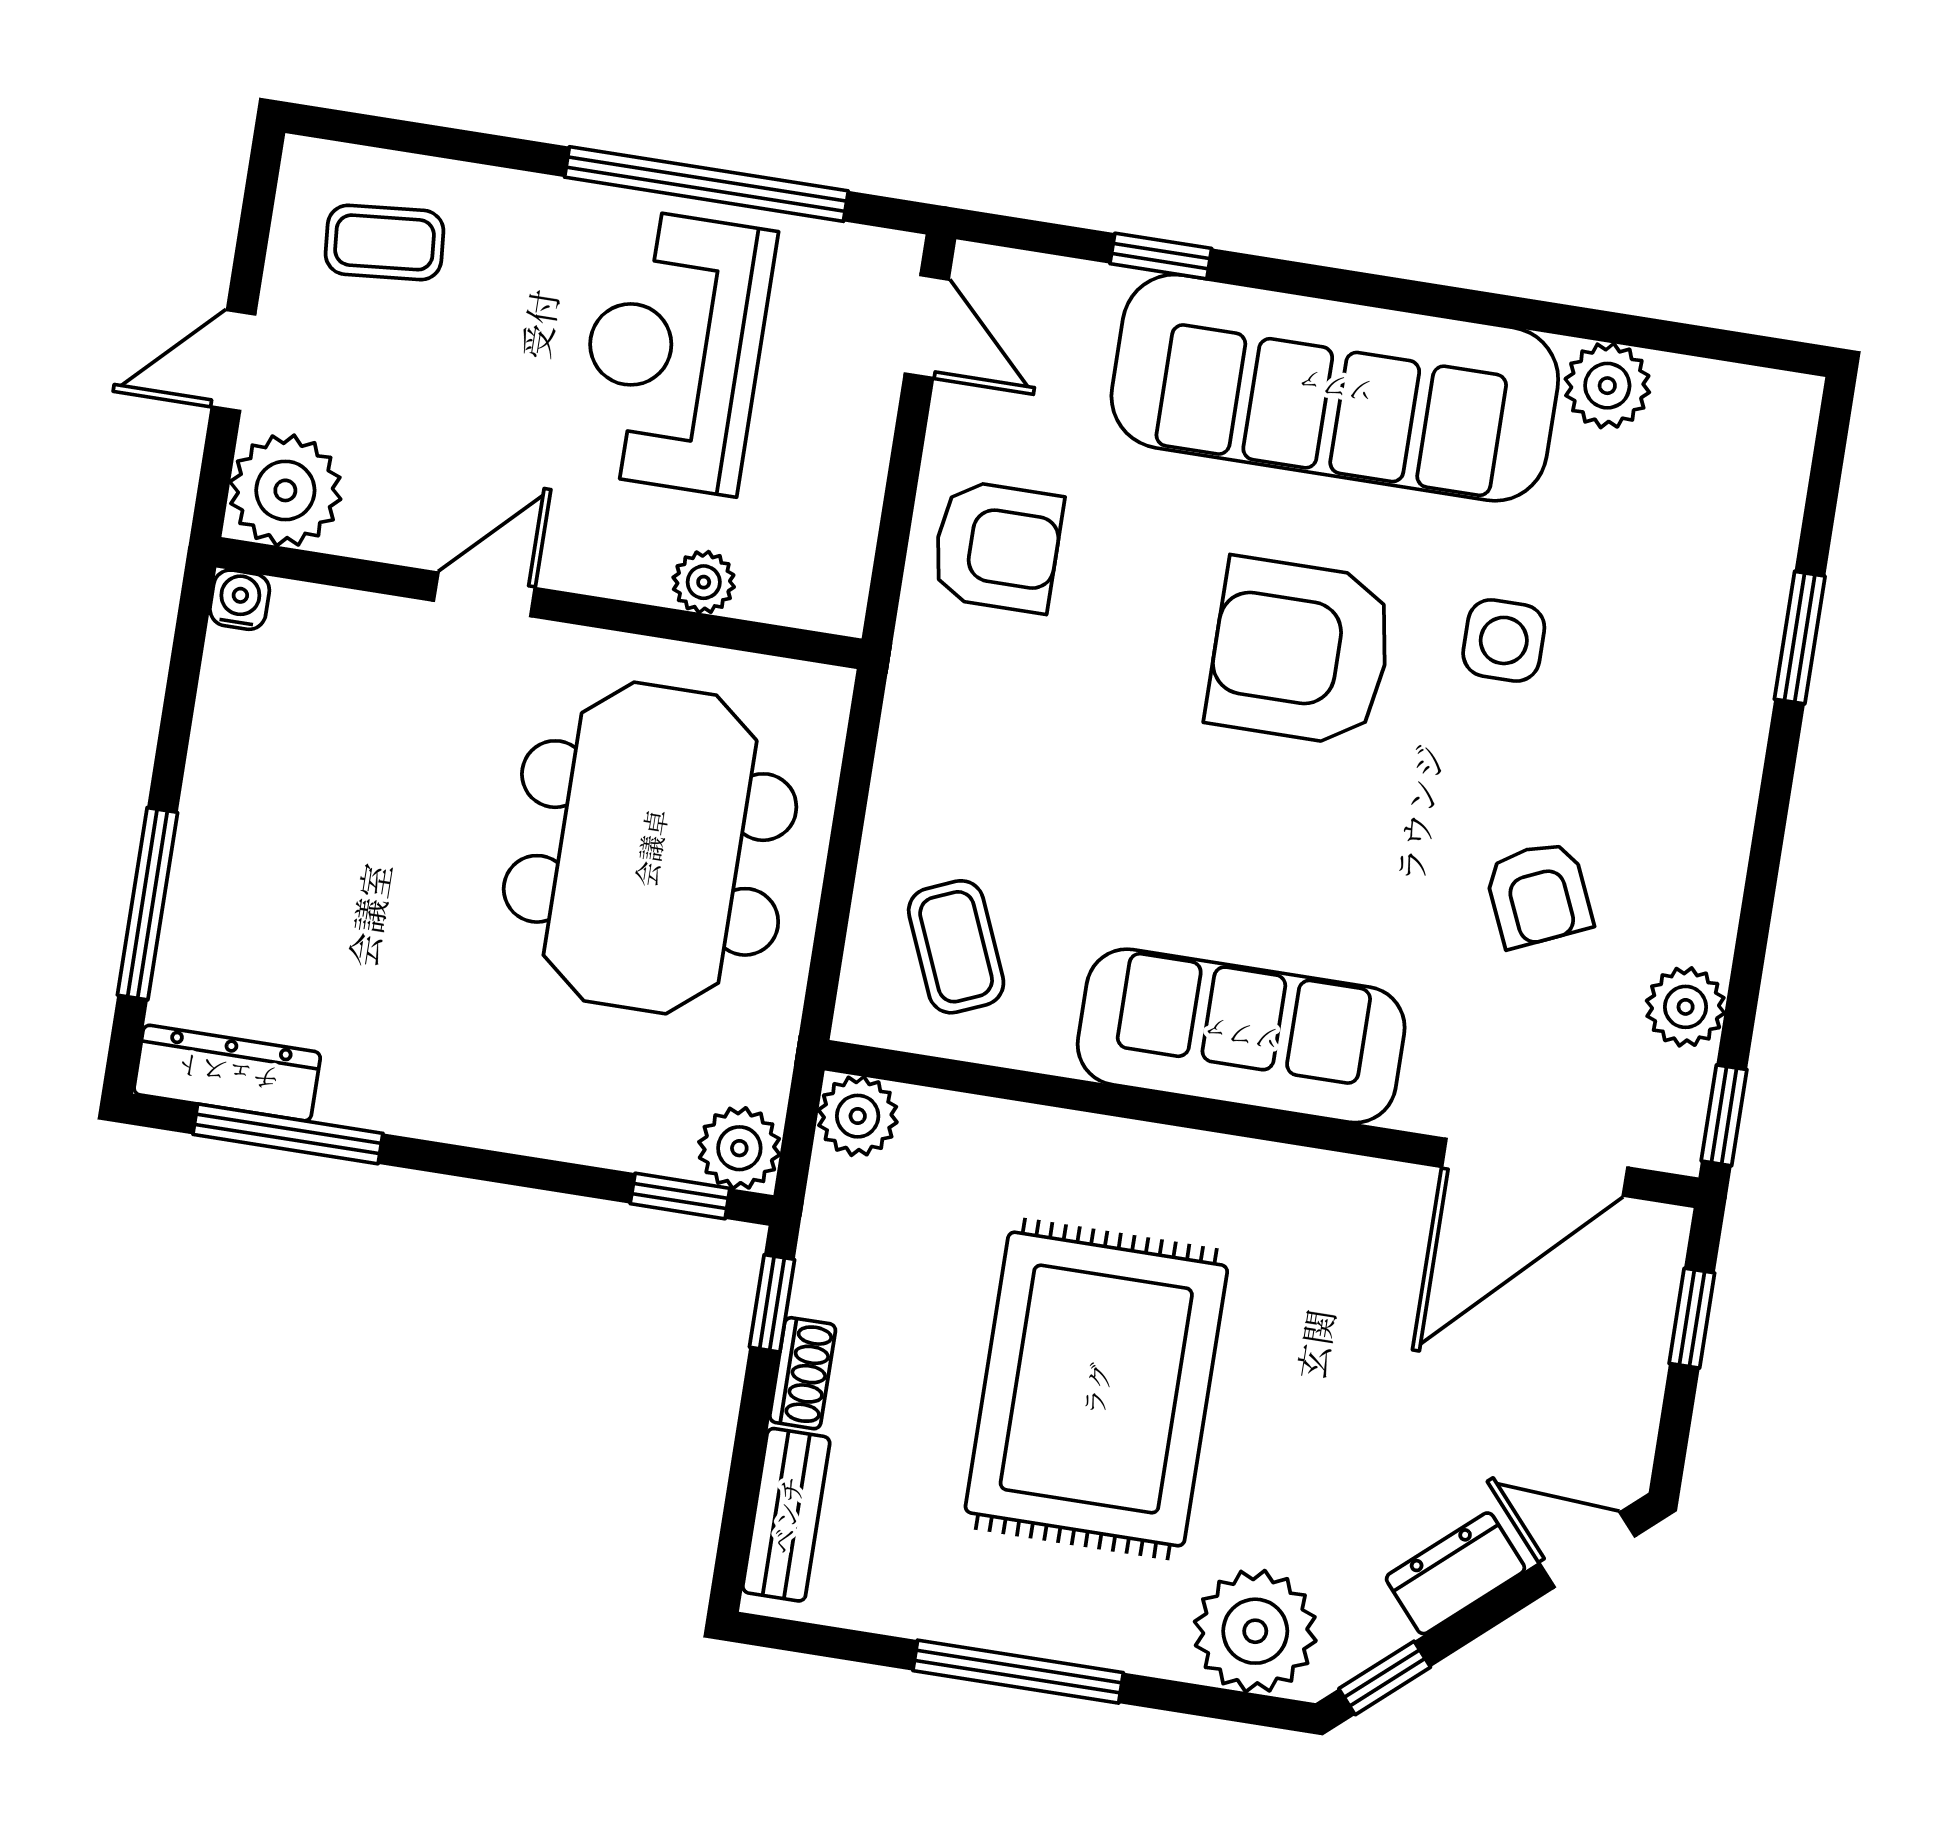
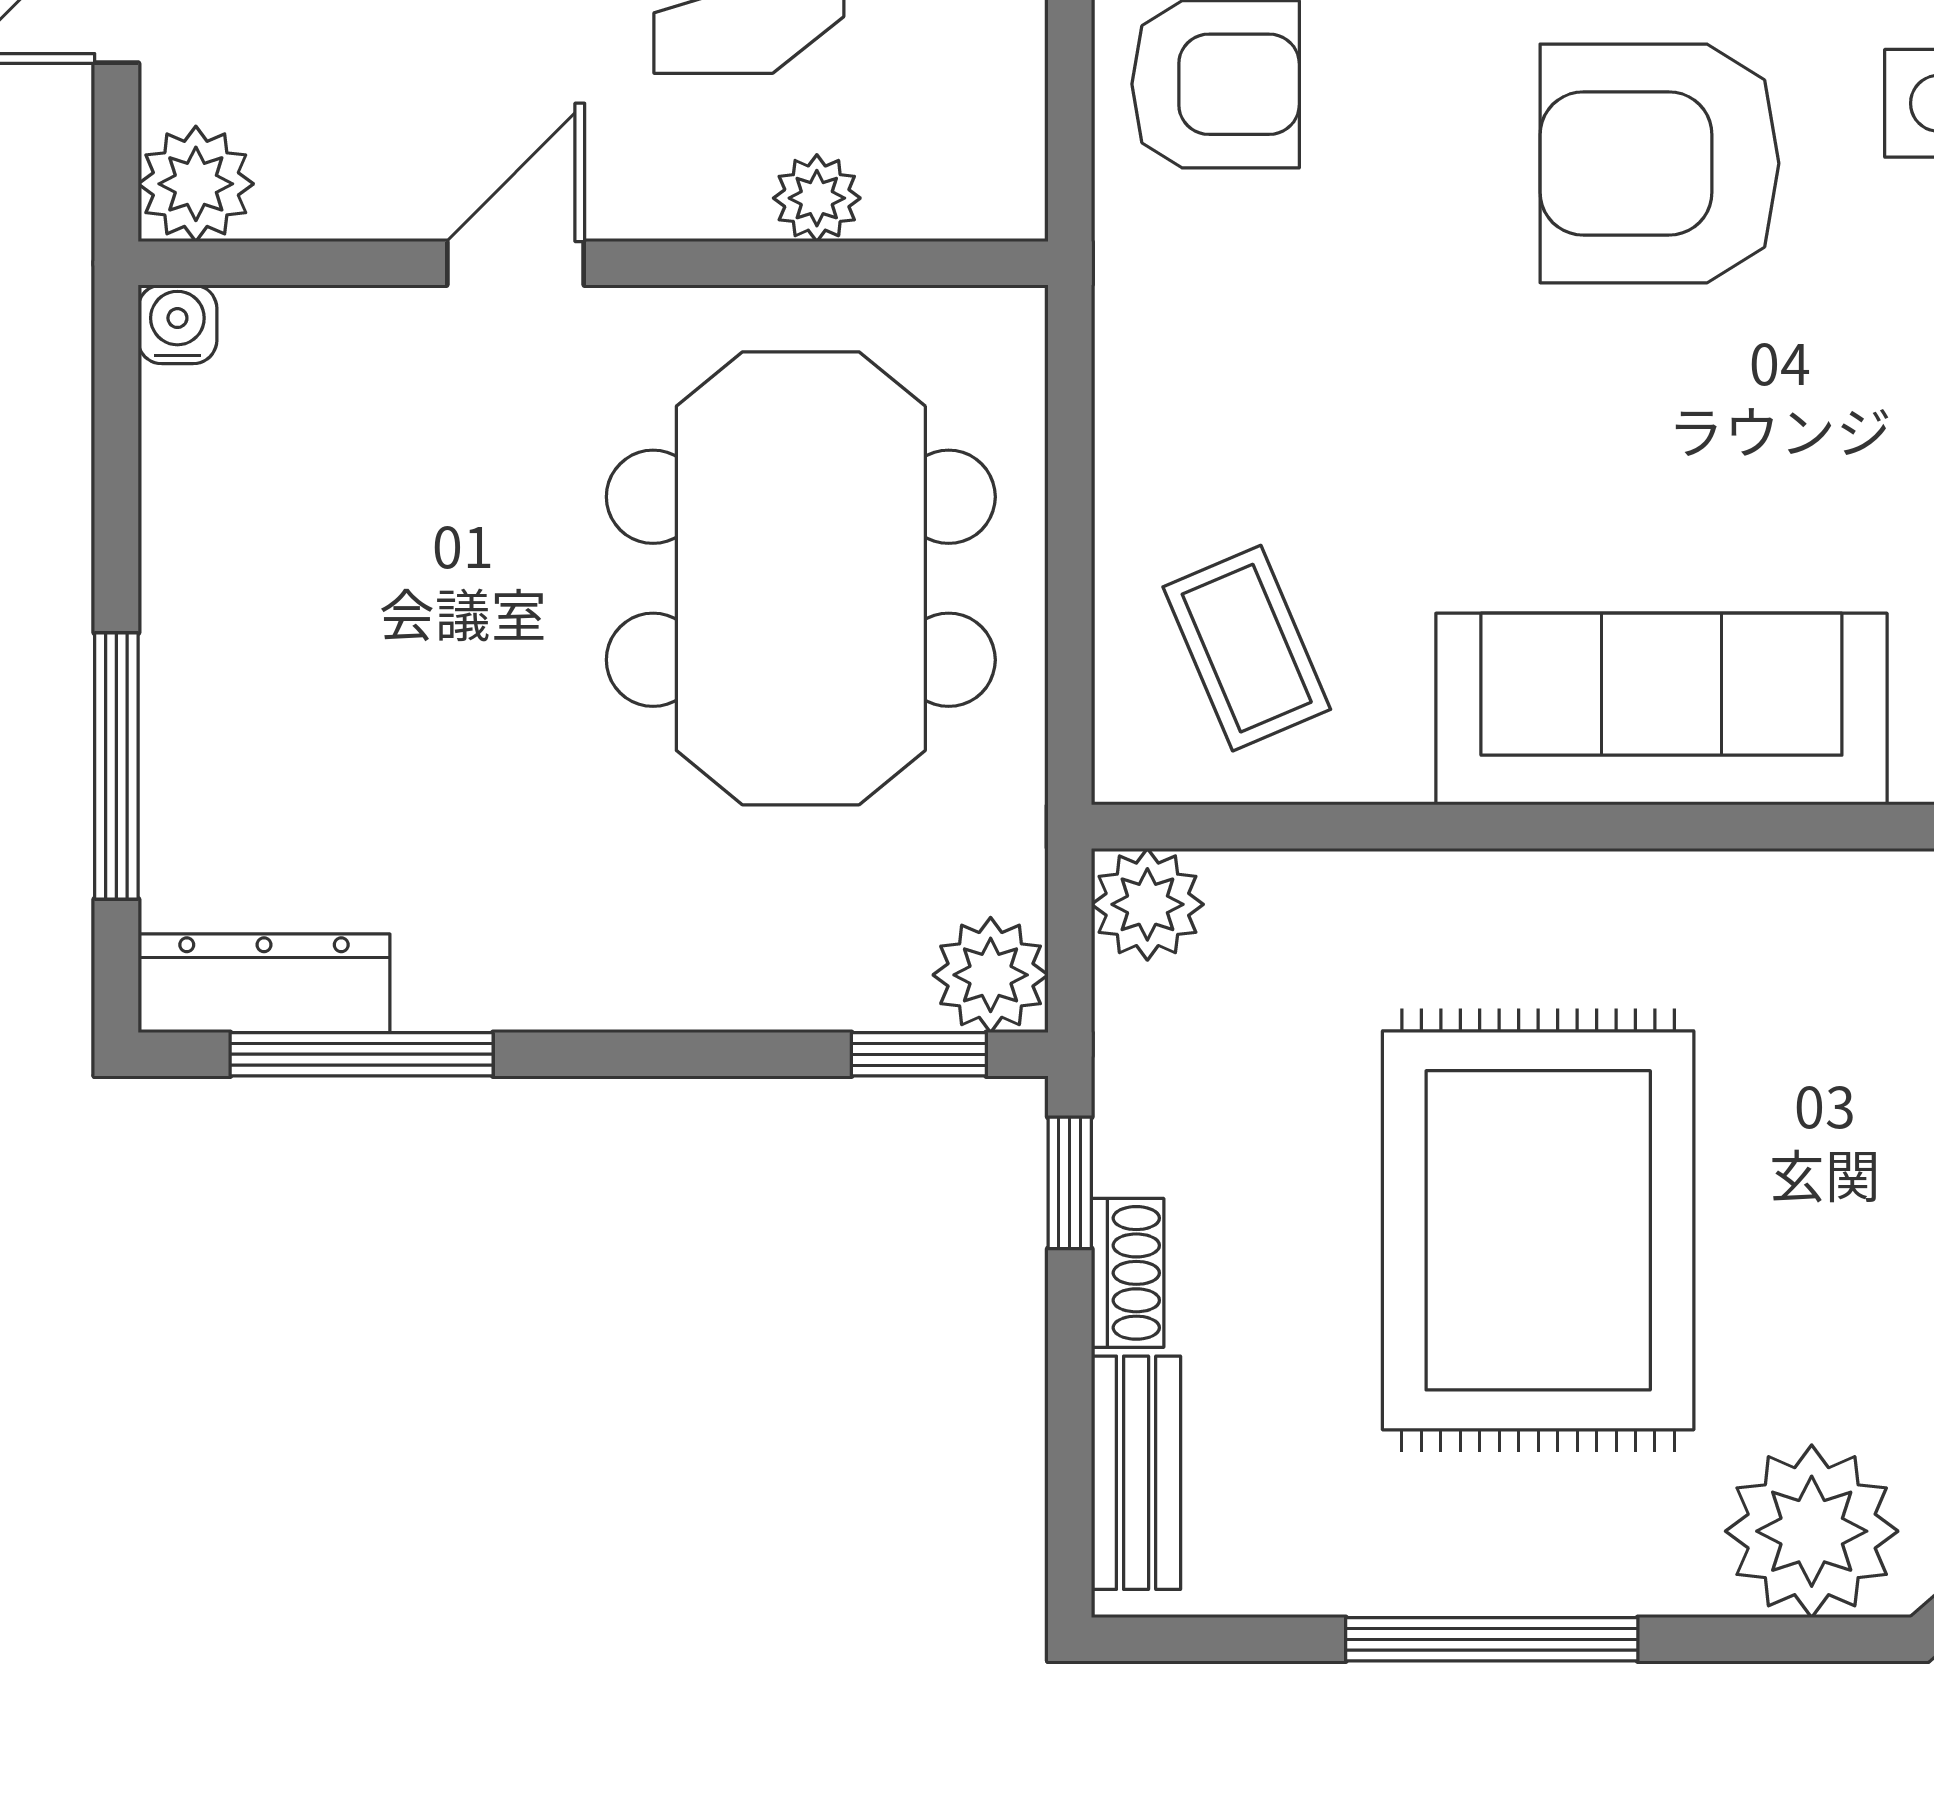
plant: (285, 490) -> (196, 184), width x0.73, depth x0.73

